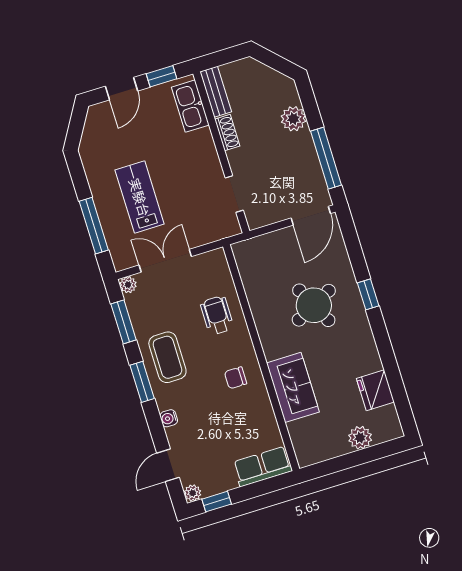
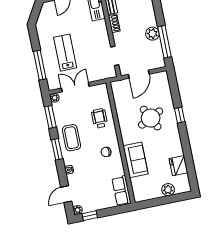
plant: (293, 119) -> (152, 34), moved
door: (311, 216) -> (139, 74), moved
row of seats: (263, 466) -> (121, 191), moved, turned -90

